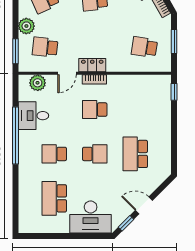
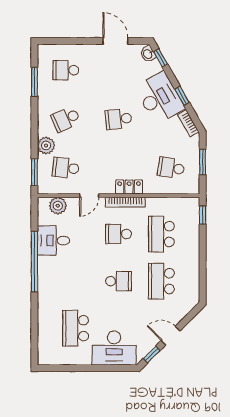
locker: (92, 65) -> (129, 187), moved
bookcase: (94, 79) -> (125, 202), width x1.56
school desk: (54, 154) -> (161, 234), moved, width x1.85

